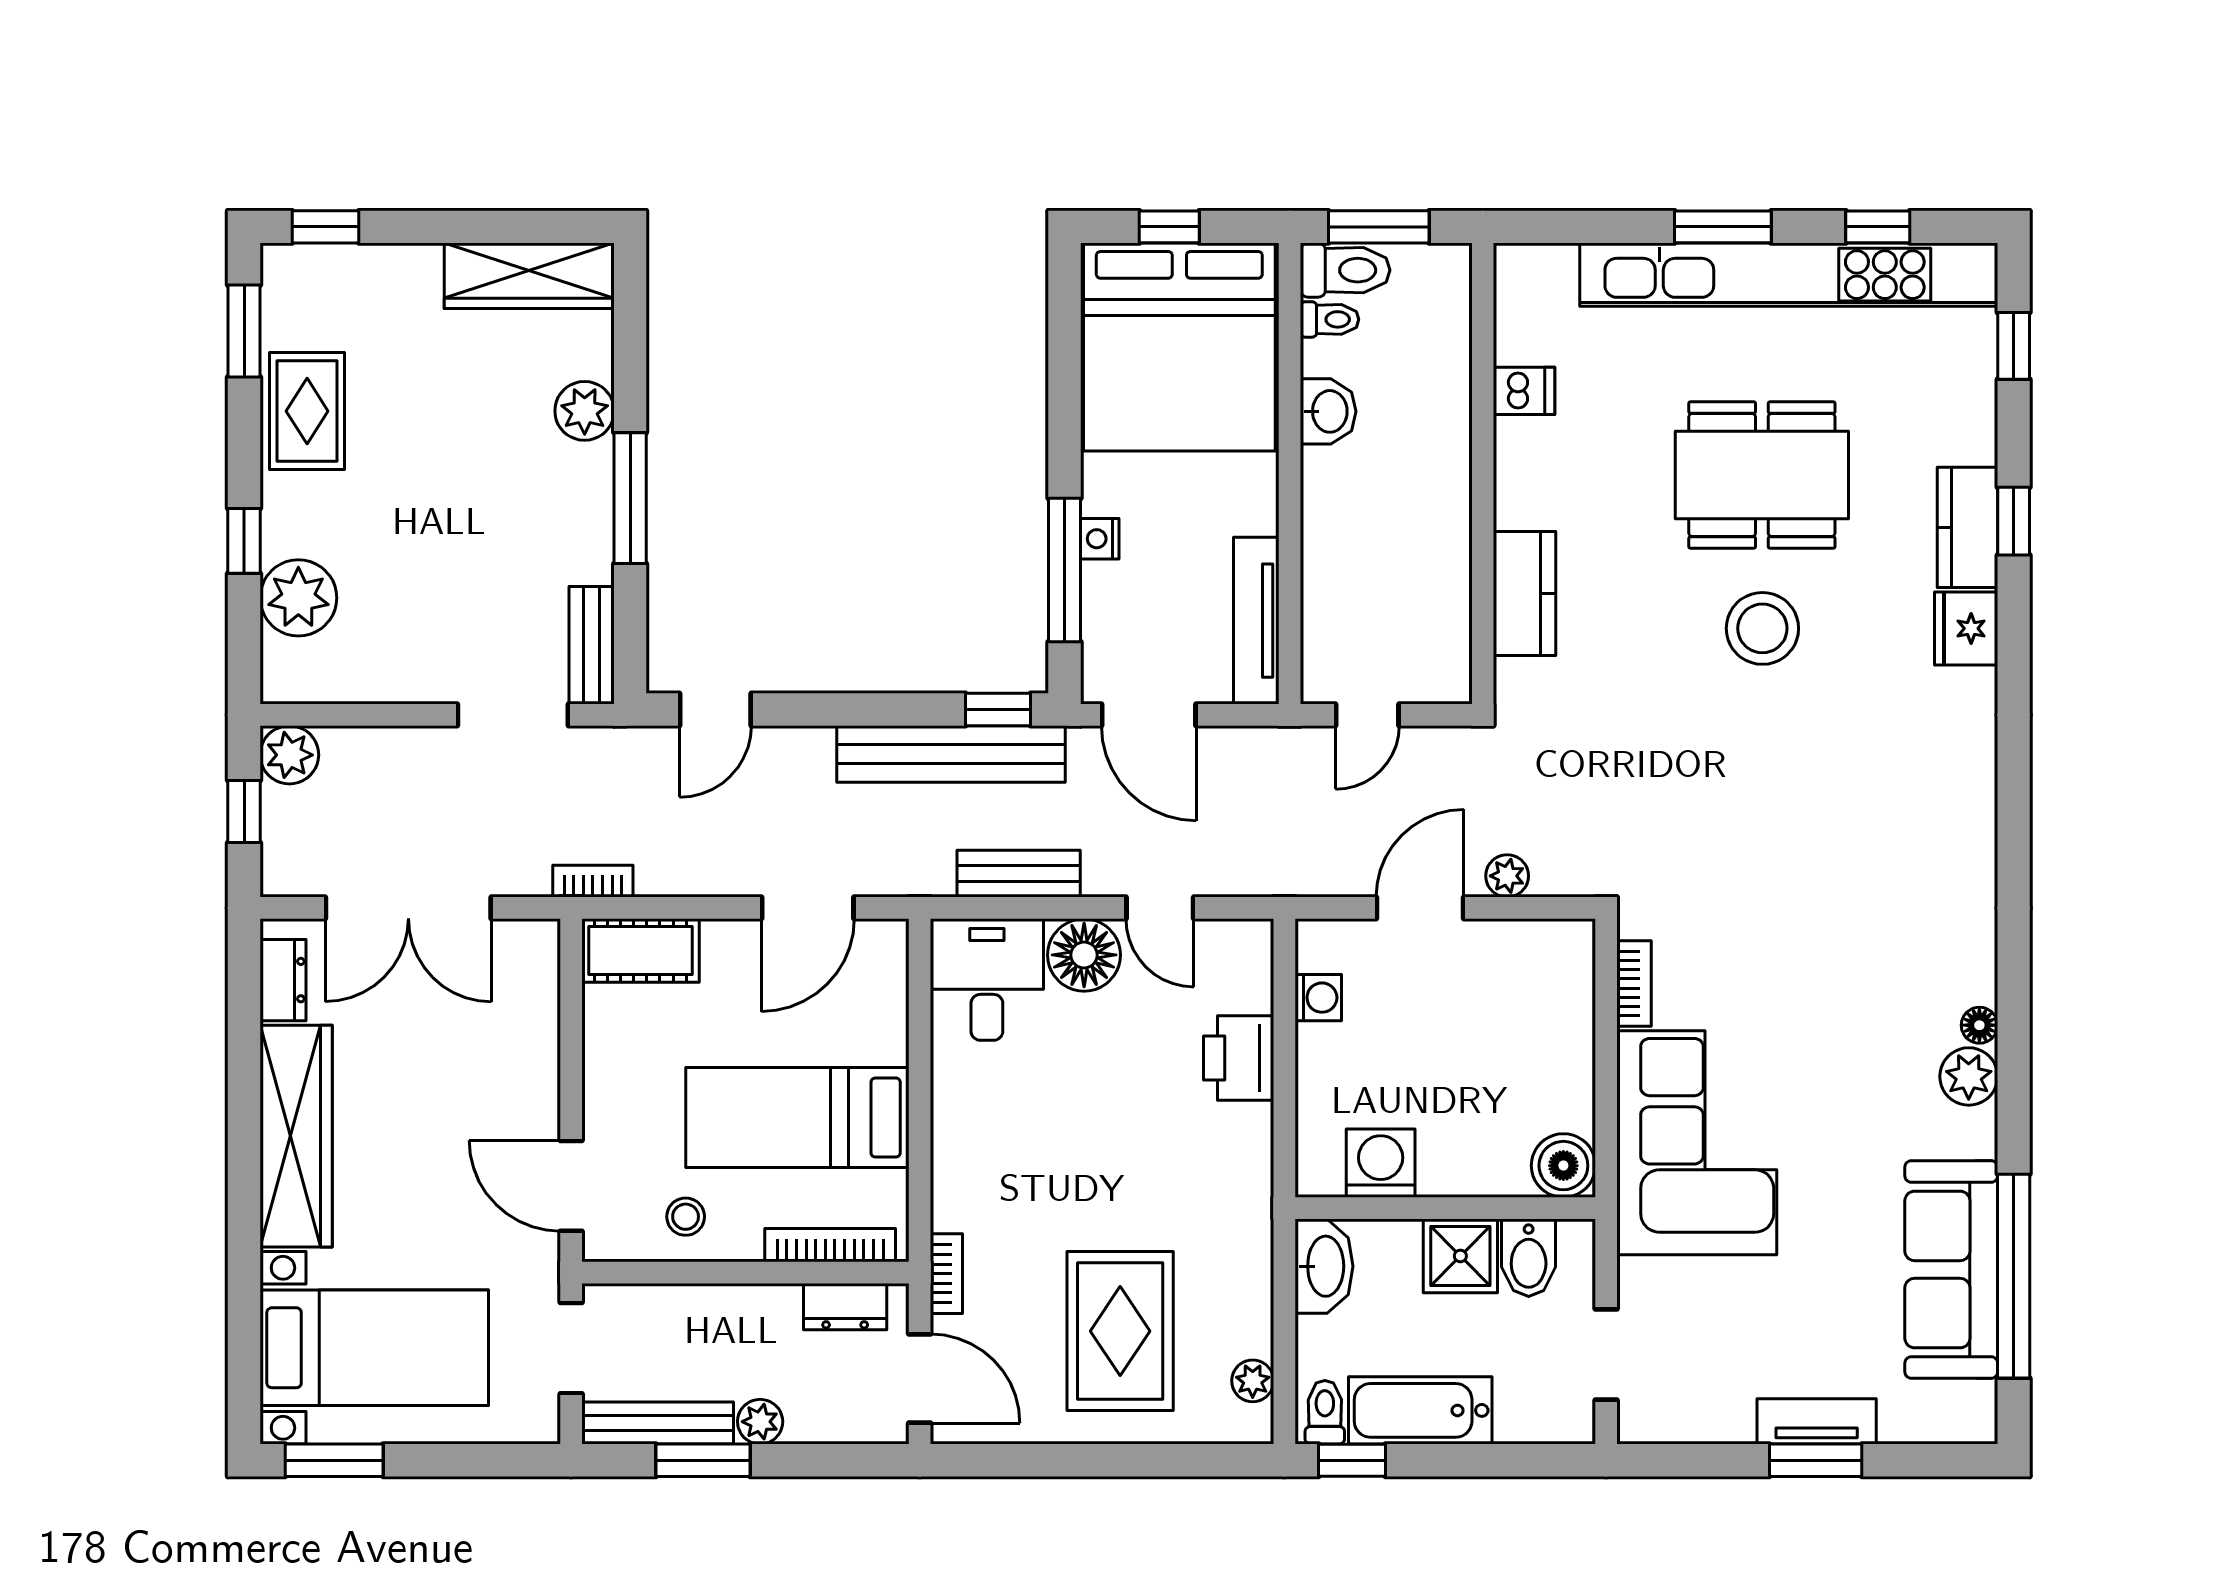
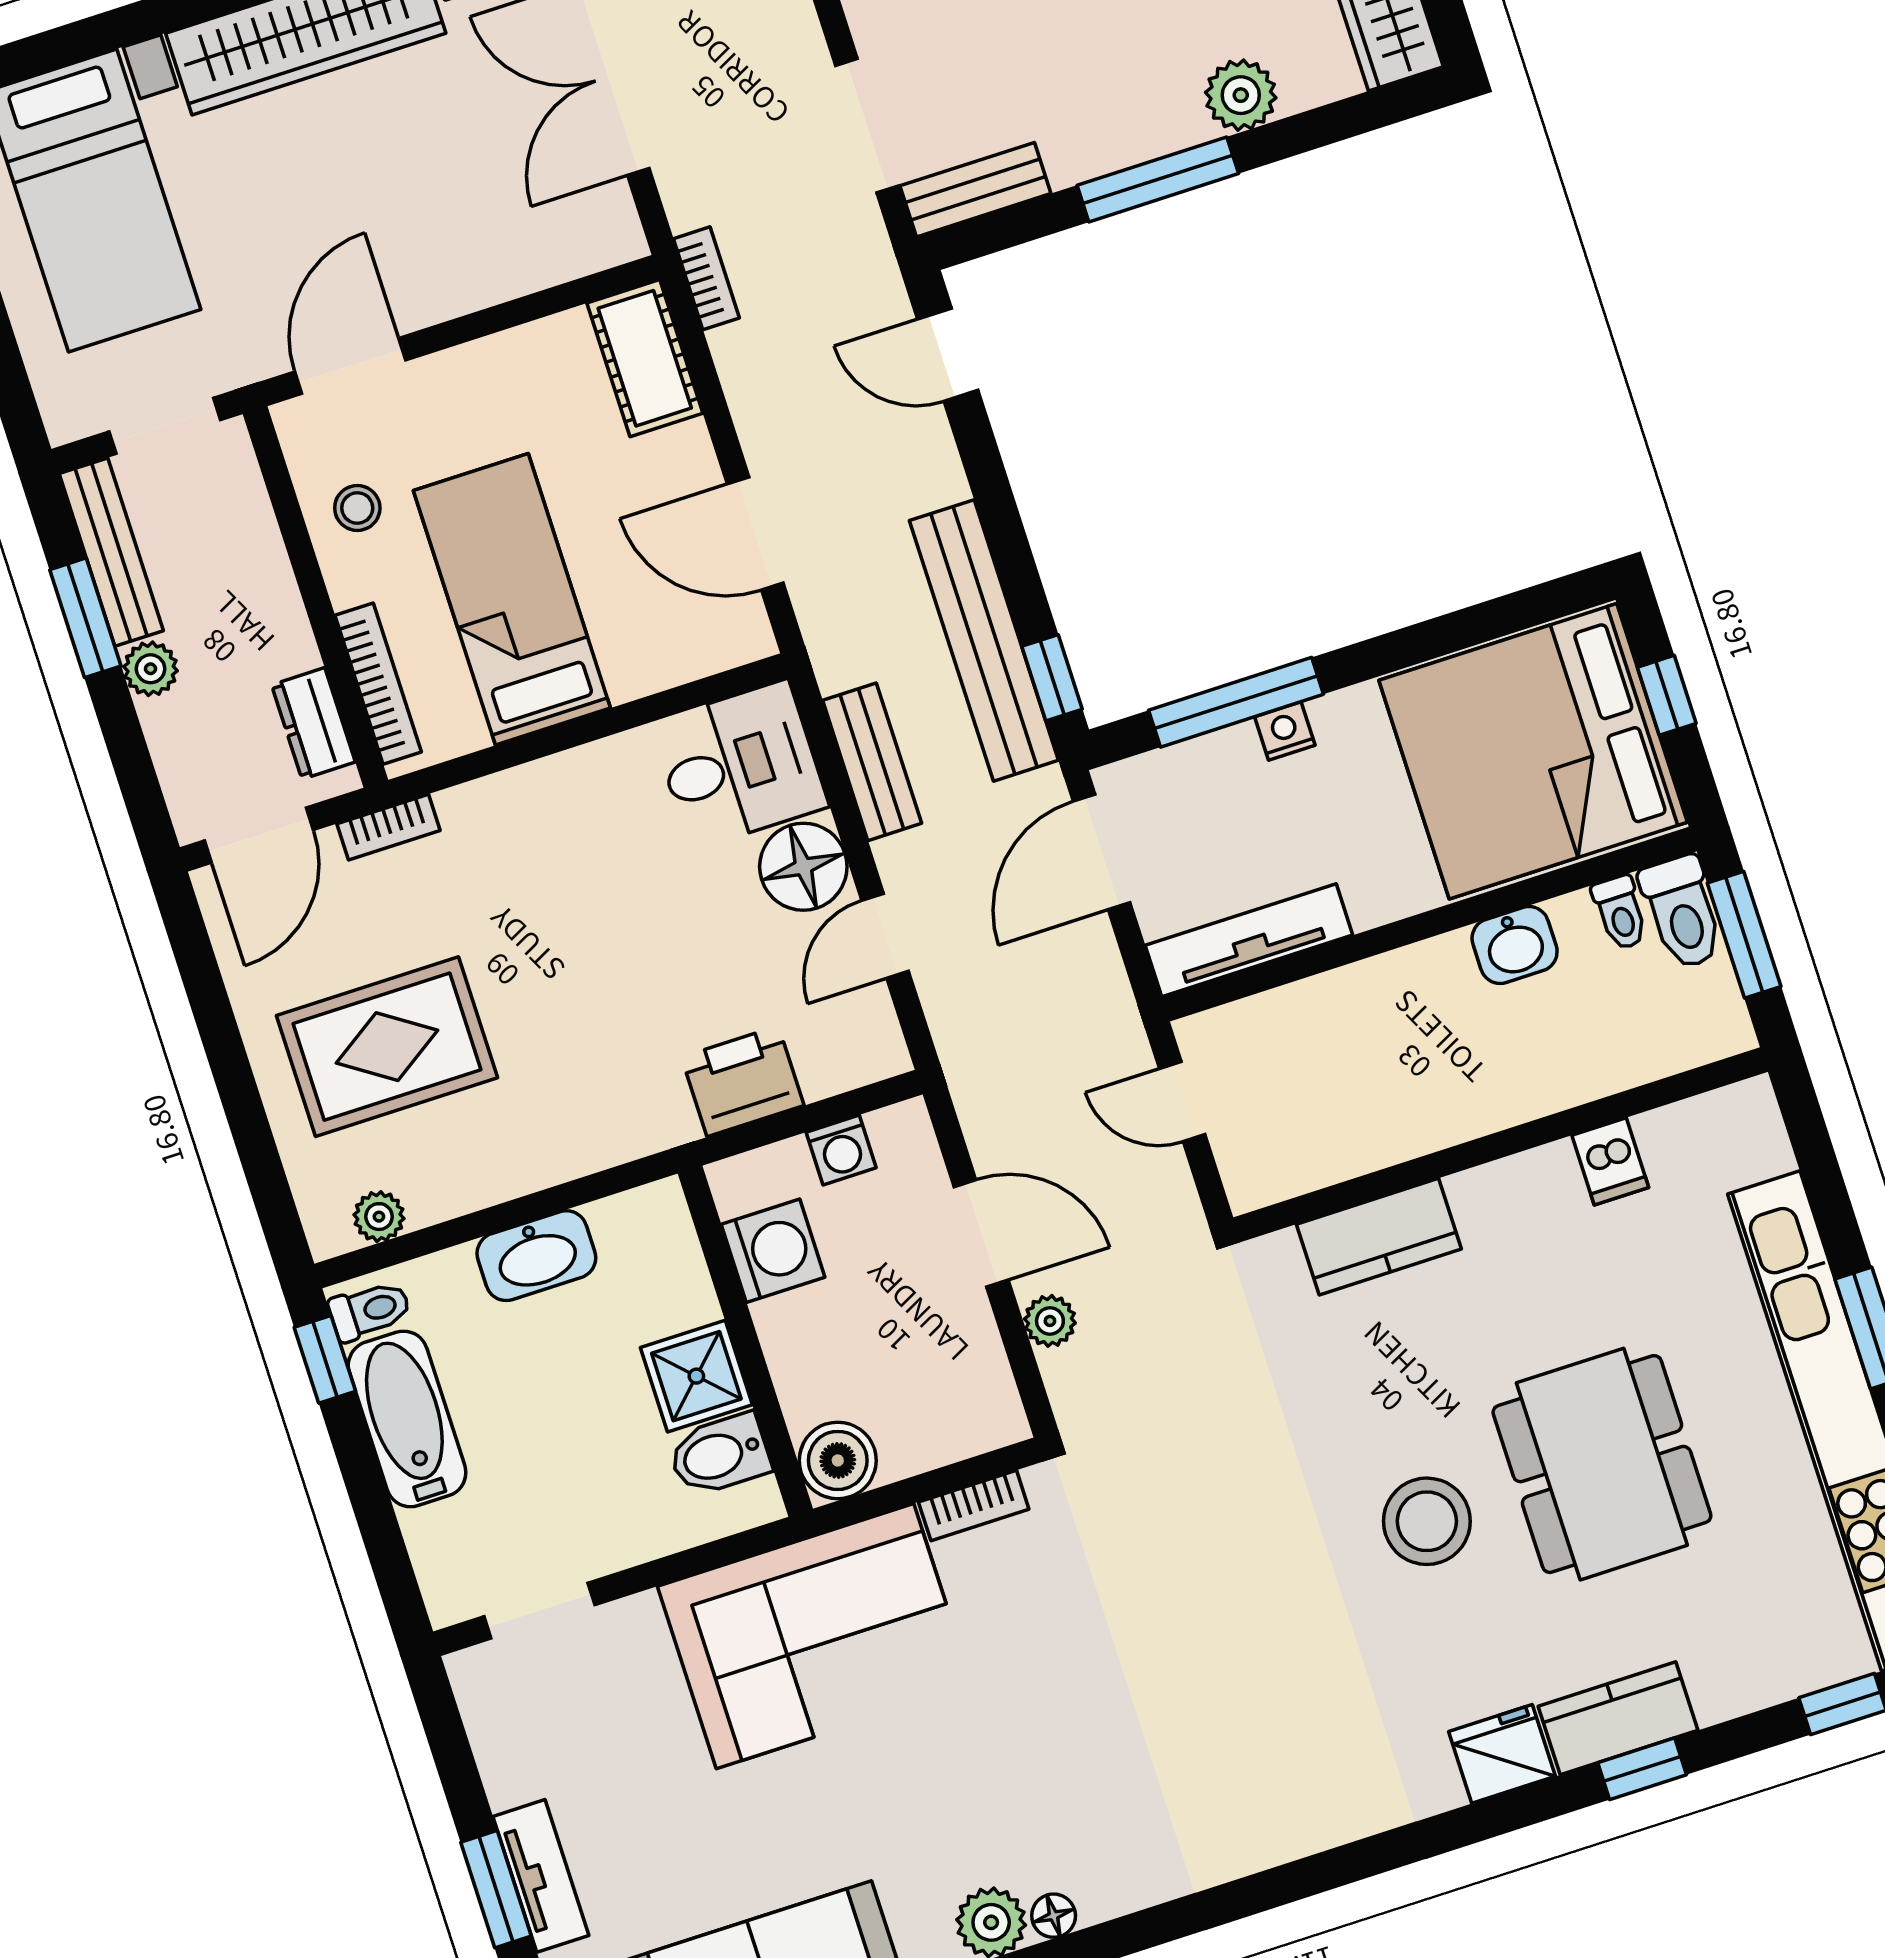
washing machine: (1381, 1163) -> (773, 1251), moved
boiler: (1563, 1166) -> (838, 1460), moved
wall: (1445, 1208) -> (745, 1341), moved
shower: (1460, 1256) -> (696, 1376), moved
bidet: (1529, 1258) -> (719, 1455), moved

